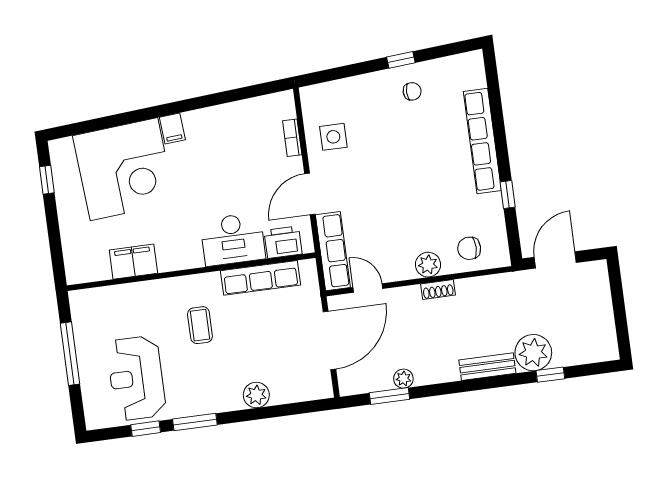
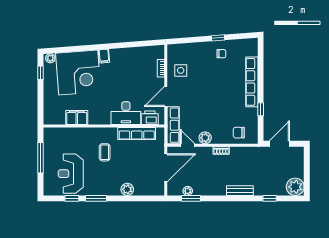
plant: (63, 147) -> (50, 58), added
plant: (428, 265) -> (205, 138), moved
plant: (533, 353) -> (295, 187), moved
plant: (403, 379) -> (188, 191), moved

